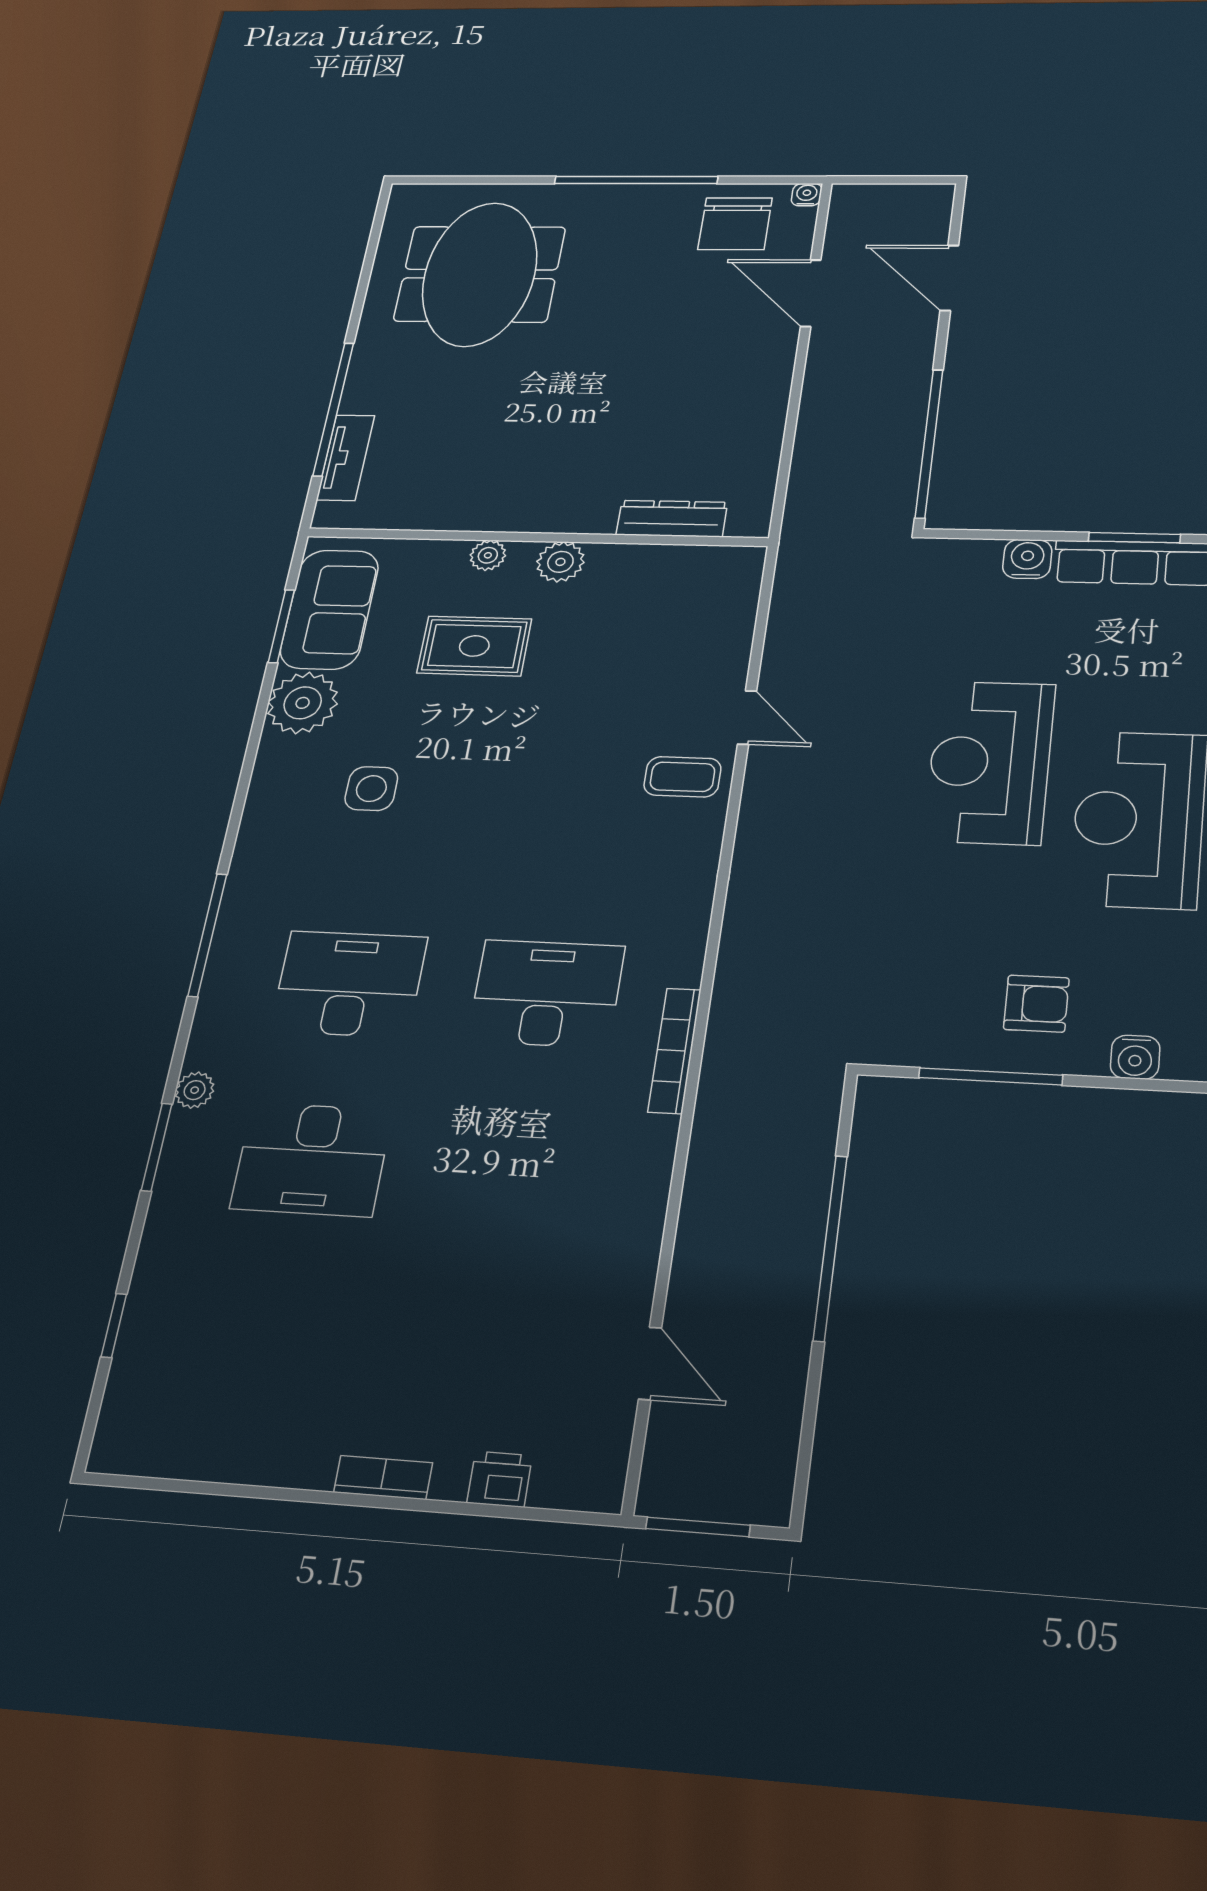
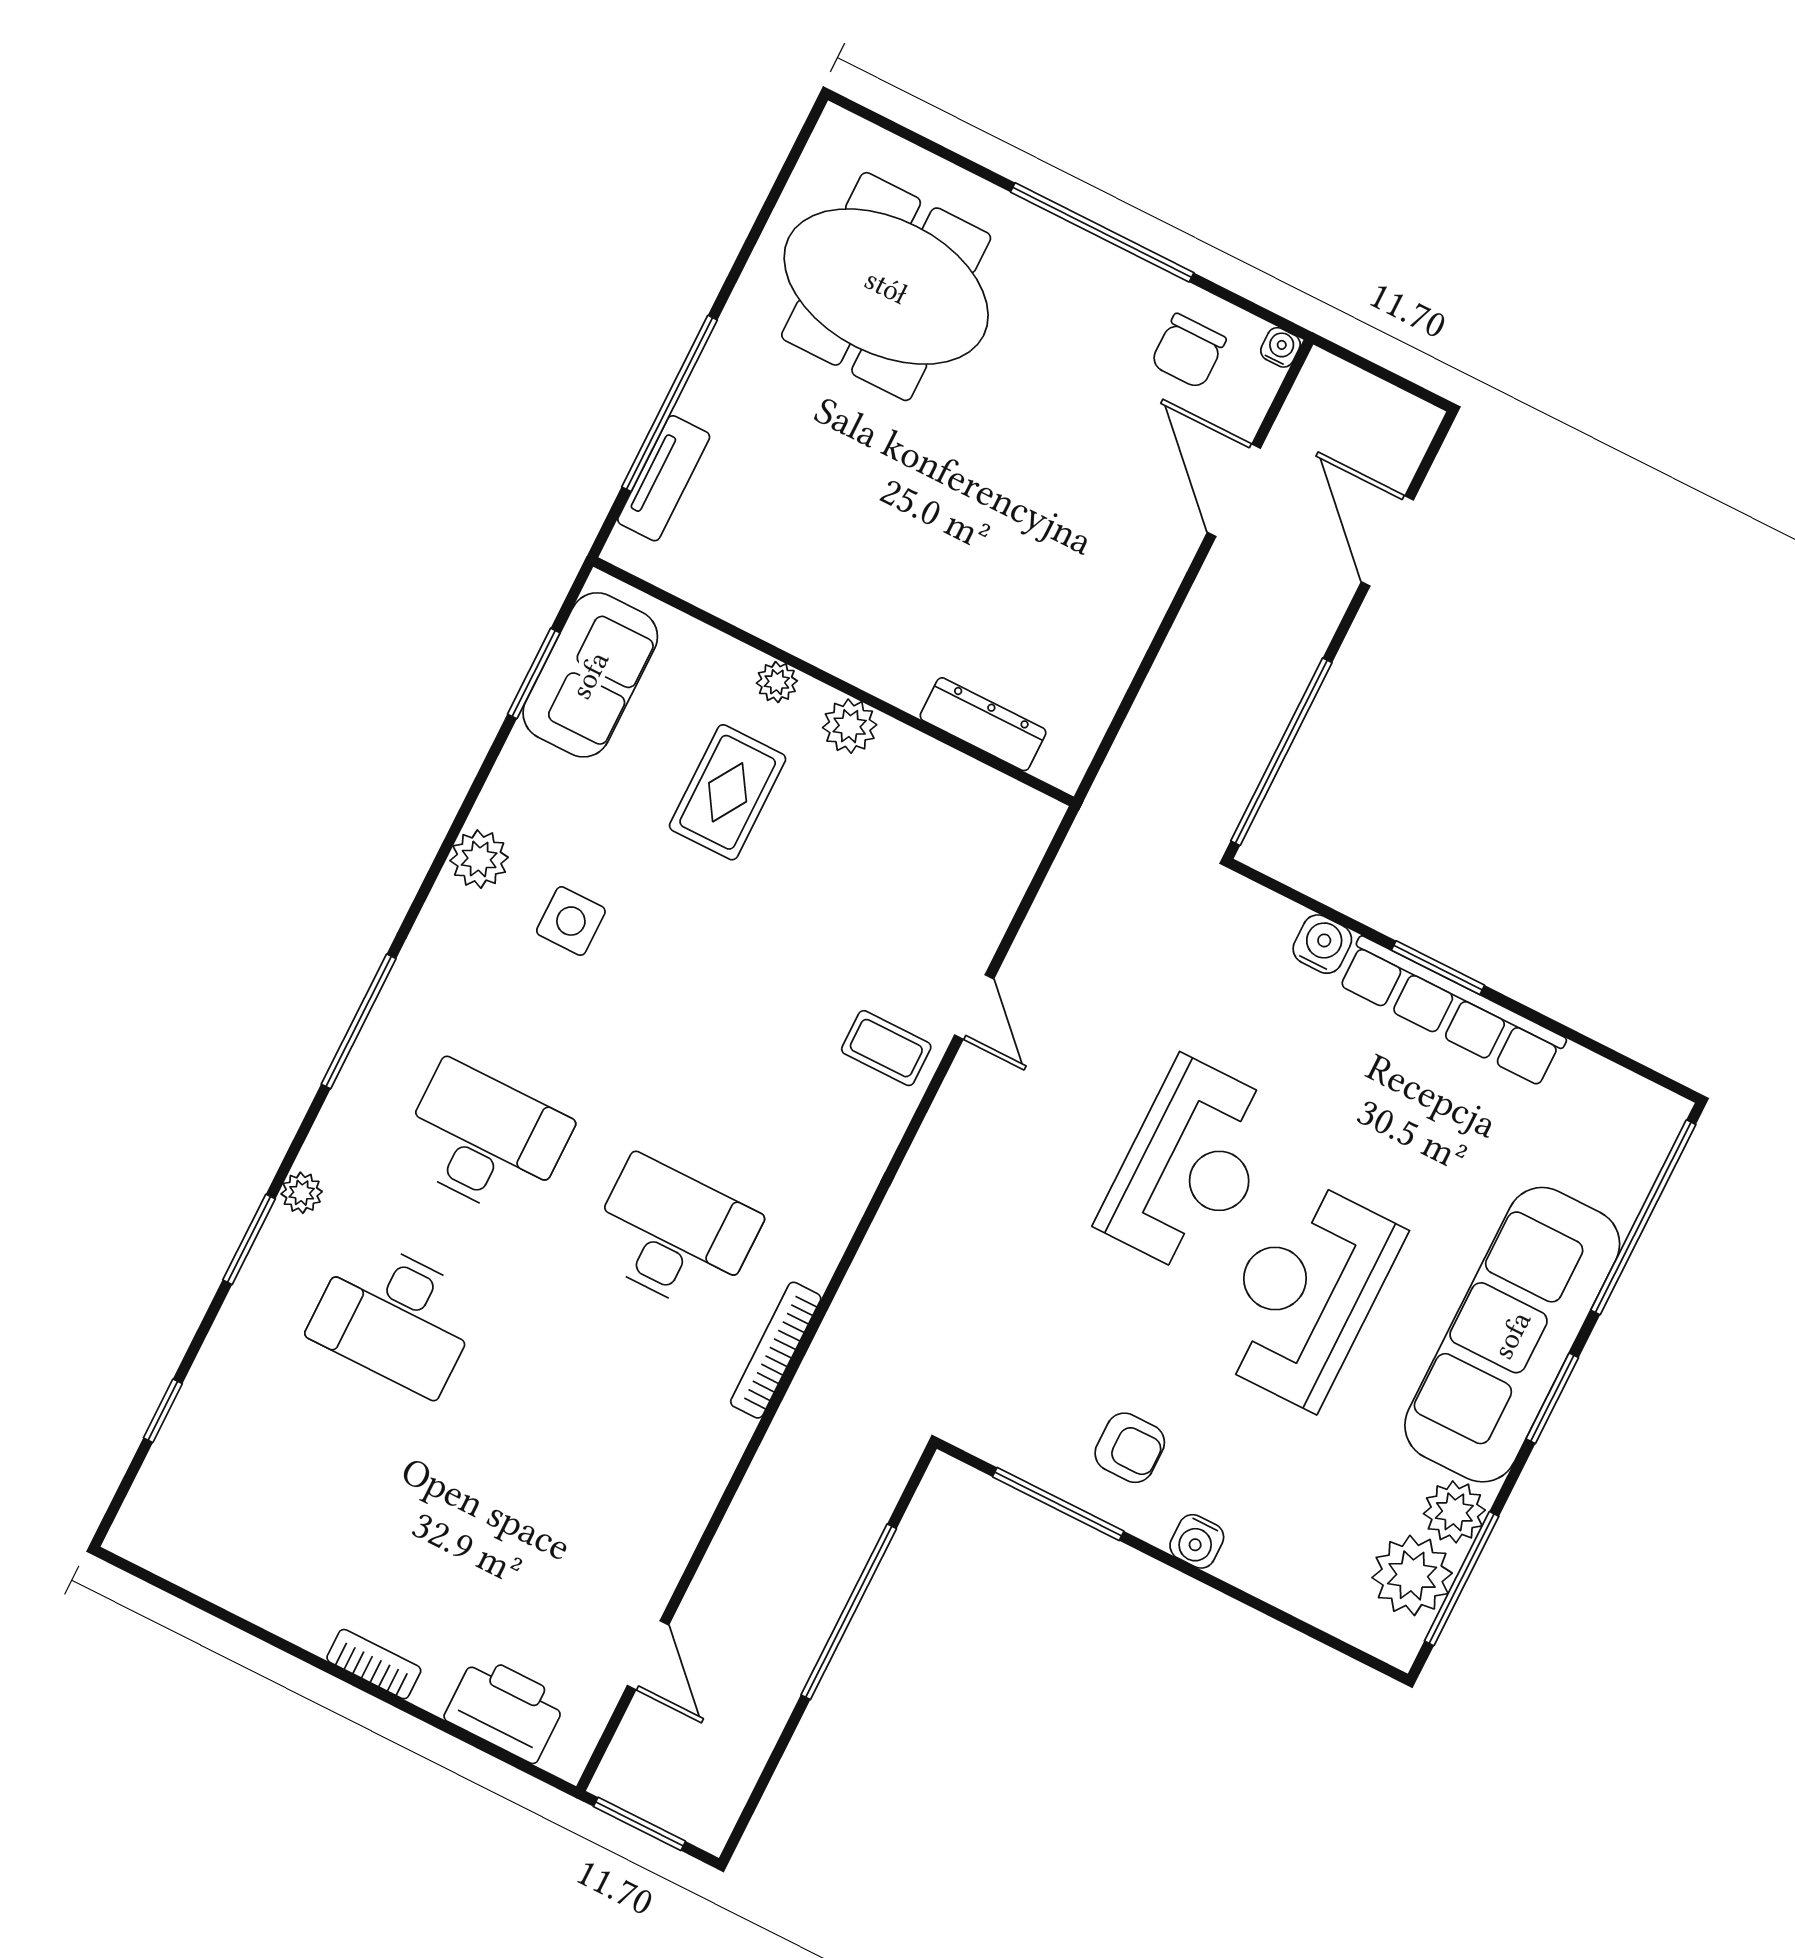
chair: (735, 224) -> (1188, 351), width x0.73, depth x0.73
meeting table: (480, 274) -> (886, 287), turned 90
rug: (474, 646) -> (728, 792), turned 90
plant: (303, 703) -> (479, 859), moved, width x0.73, depth x0.73
reception desk: (990, 762) -> (1191, 1167), turned 180
printer: (500, 1479) -> (505, 1709), width x1.87, depth x1.48

